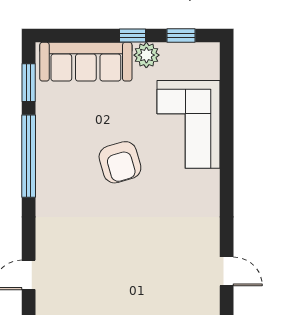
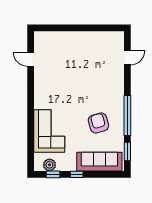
plant: (146, 55) -> (49, 165), moved
armchair: (120, 162) -> (98, 123), moved

